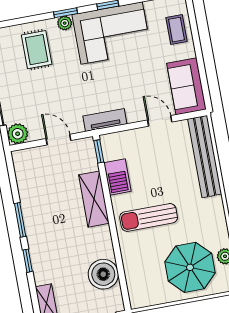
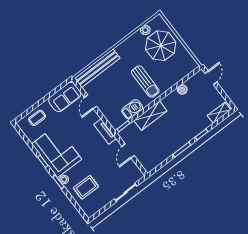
plant: (18, 134) -> (136, 174), removed
boiler: (103, 274) -> (182, 89), width x0.54, depth x0.54

